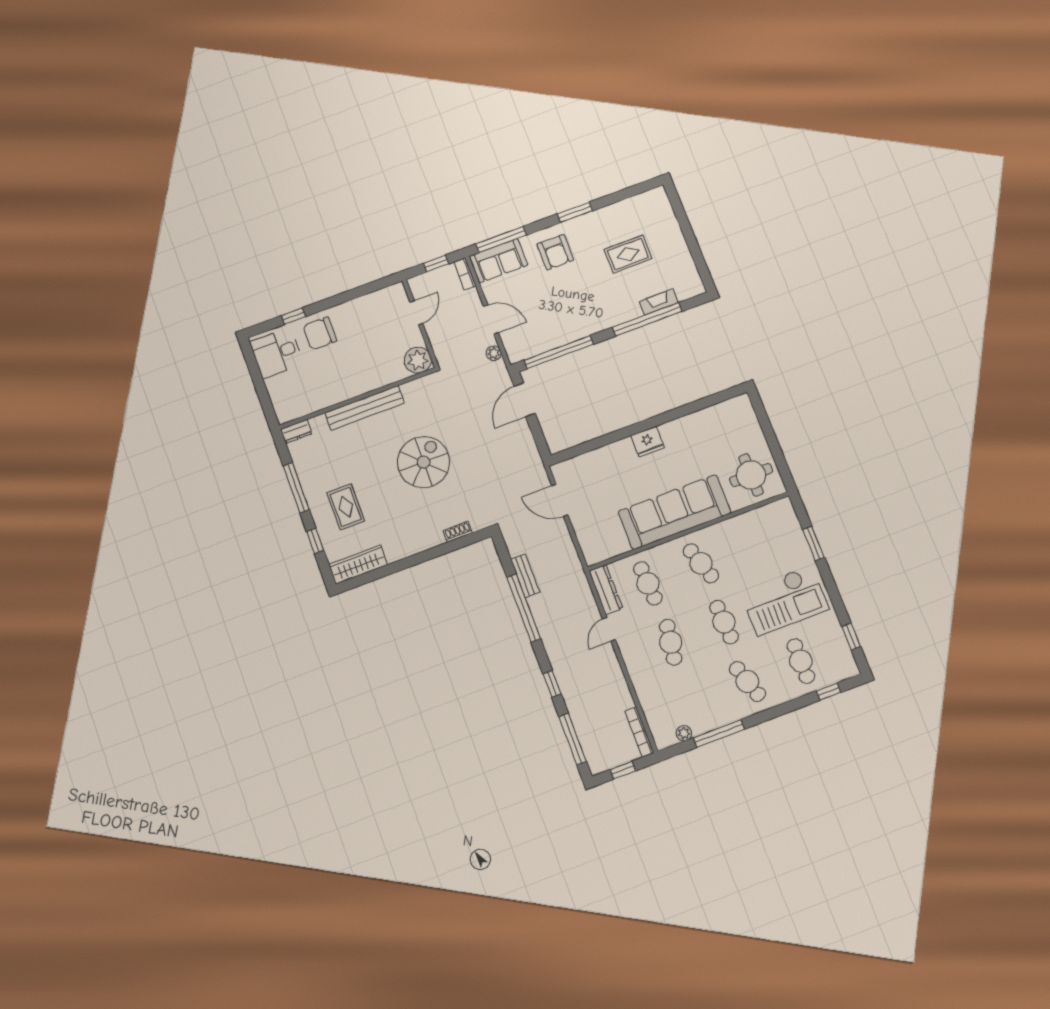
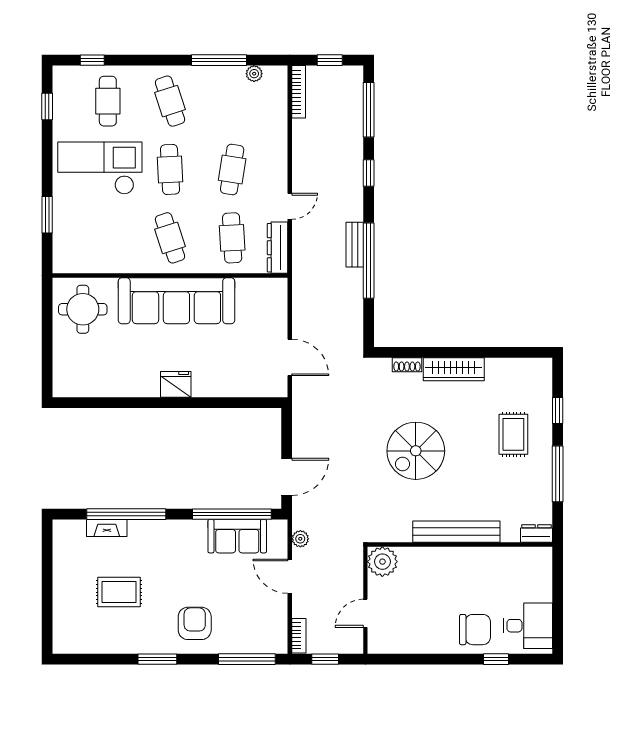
sofa: (498, 261) -> (237, 536), moved, turned 180
wardrobe: (358, 565) -> (454, 369), moved
bench: (525, 576) -> (355, 245), moved

